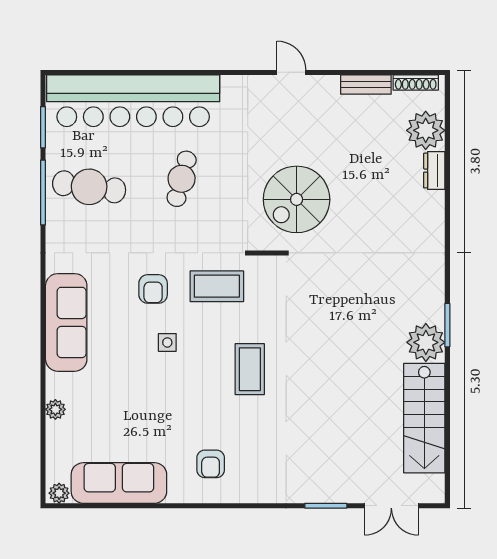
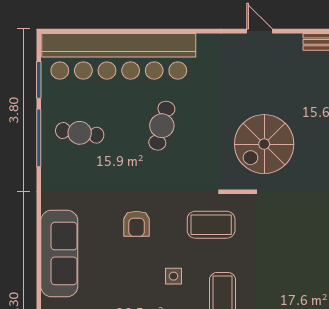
cafe table: (89, 187) -> (80, 133), width x0.73, depth x0.74
coffee table: (217, 286) -> (211, 225), moved
side table: (167, 342) -> (174, 276), moved

